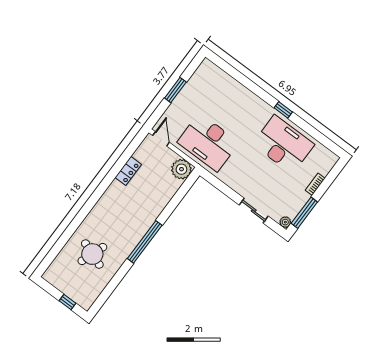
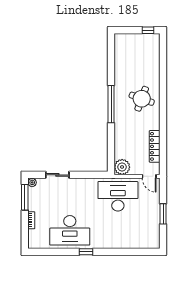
locker: (128, 171) -> (155, 146), width x1.53
round table: (92, 254) -> (142, 99), moved
window: (67, 302) -> (148, 30), moved

